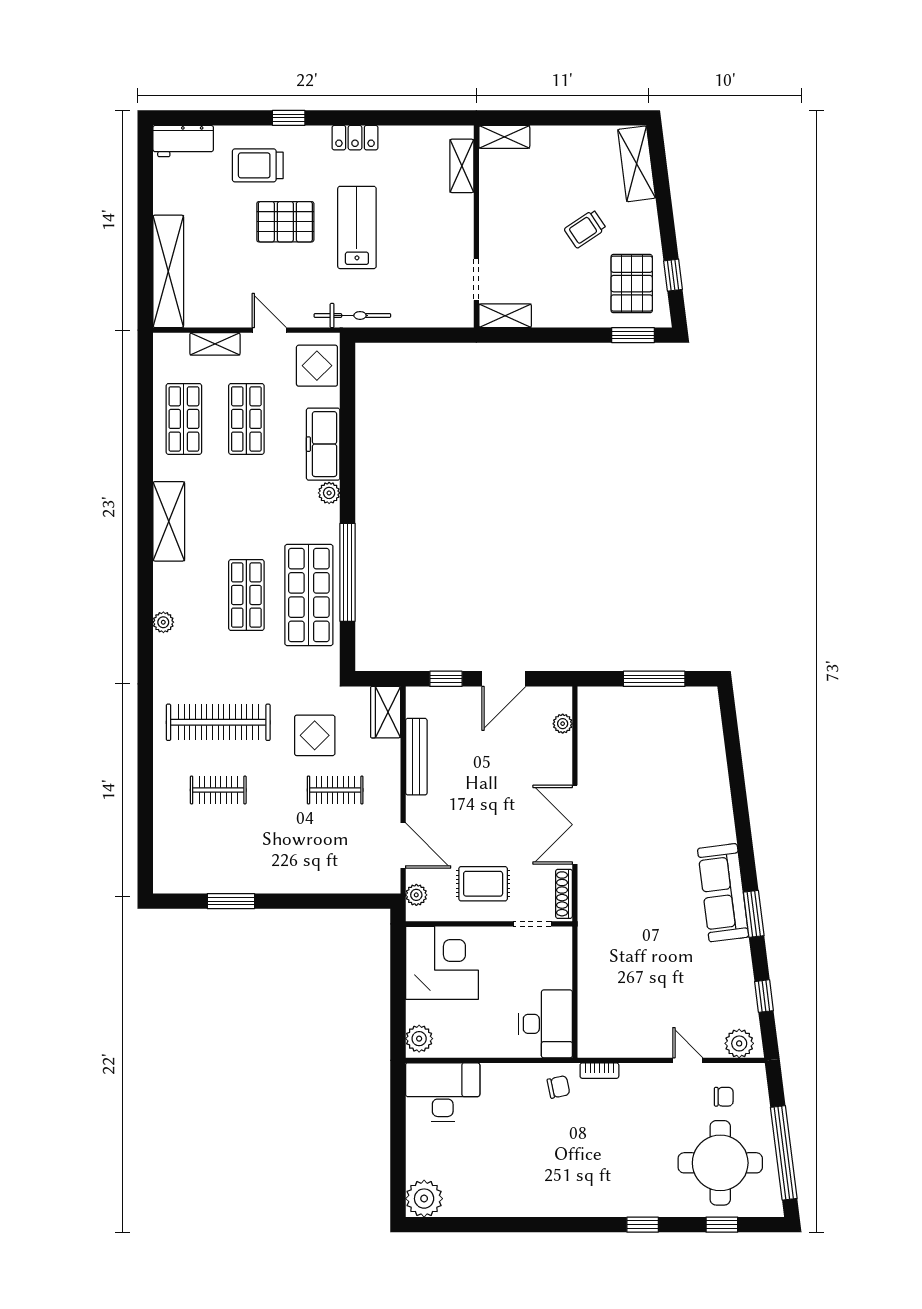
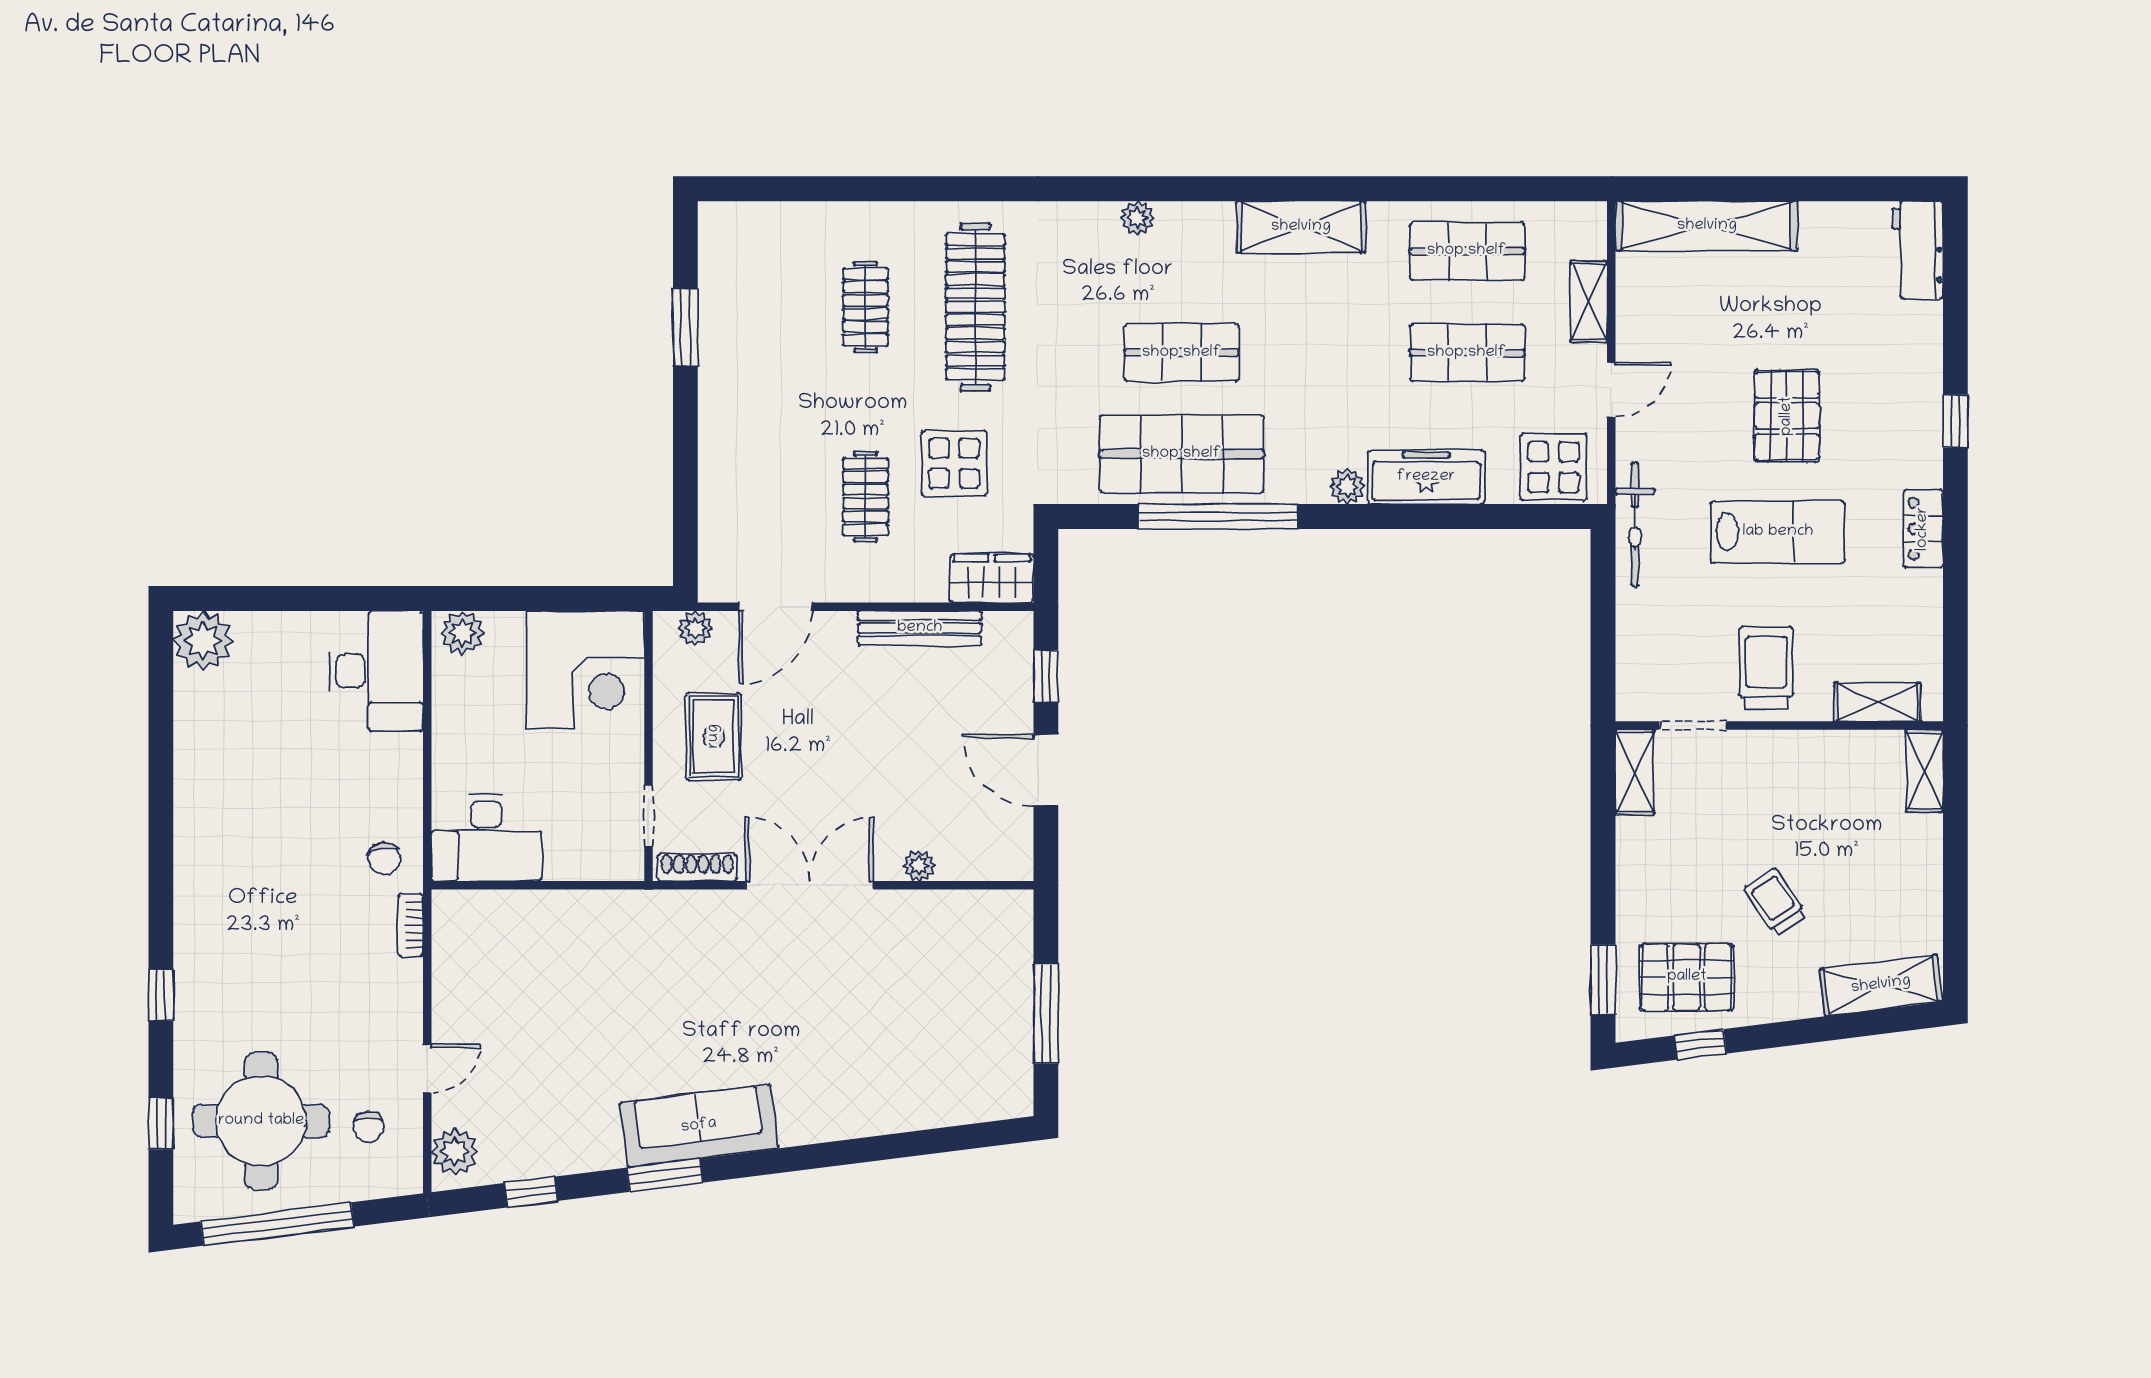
trolley: (258, 165) -> (1766, 668), moved
plant: (563, 724) -> (919, 865), moved

